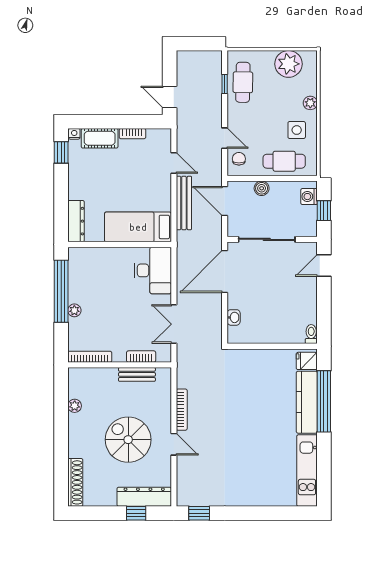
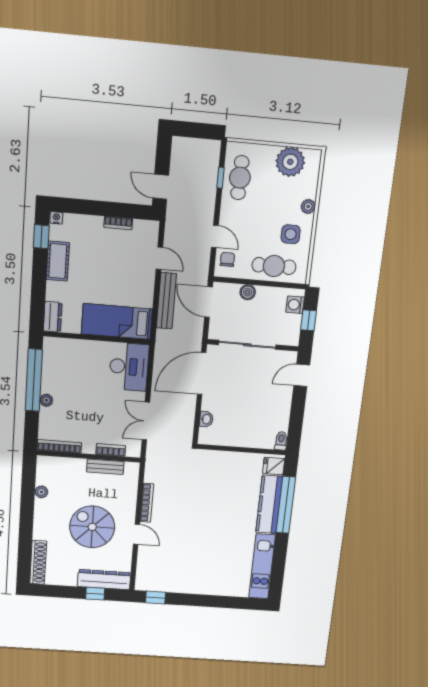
cot: (100, 138) -> (58, 261), moved, turned 90
dresser: (76, 221) -> (53, 317), width x0.70

